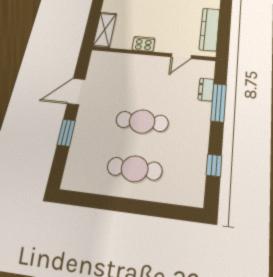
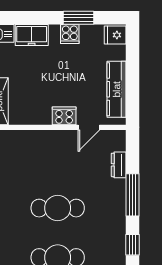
cooker: (143, 44) -> (64, 116), moved
window: (219, 103) -> (133, 195), moved

